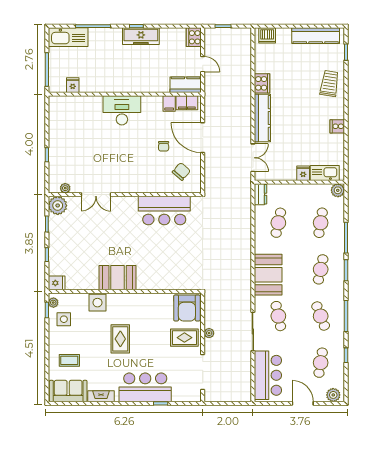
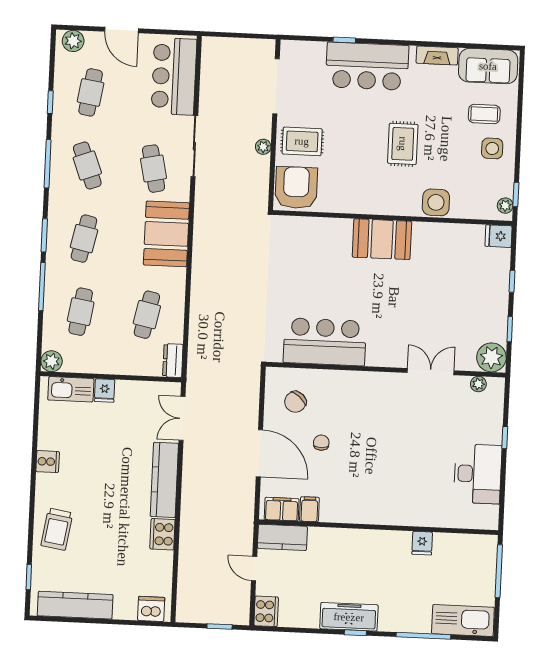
fridge: (73, 85) -> (422, 543), moved
desk: (122, 110) -> (478, 474), moved, turned -90
booth: (118, 278) -> (382, 239), moved
side table: (64, 319) -> (492, 148), moved

